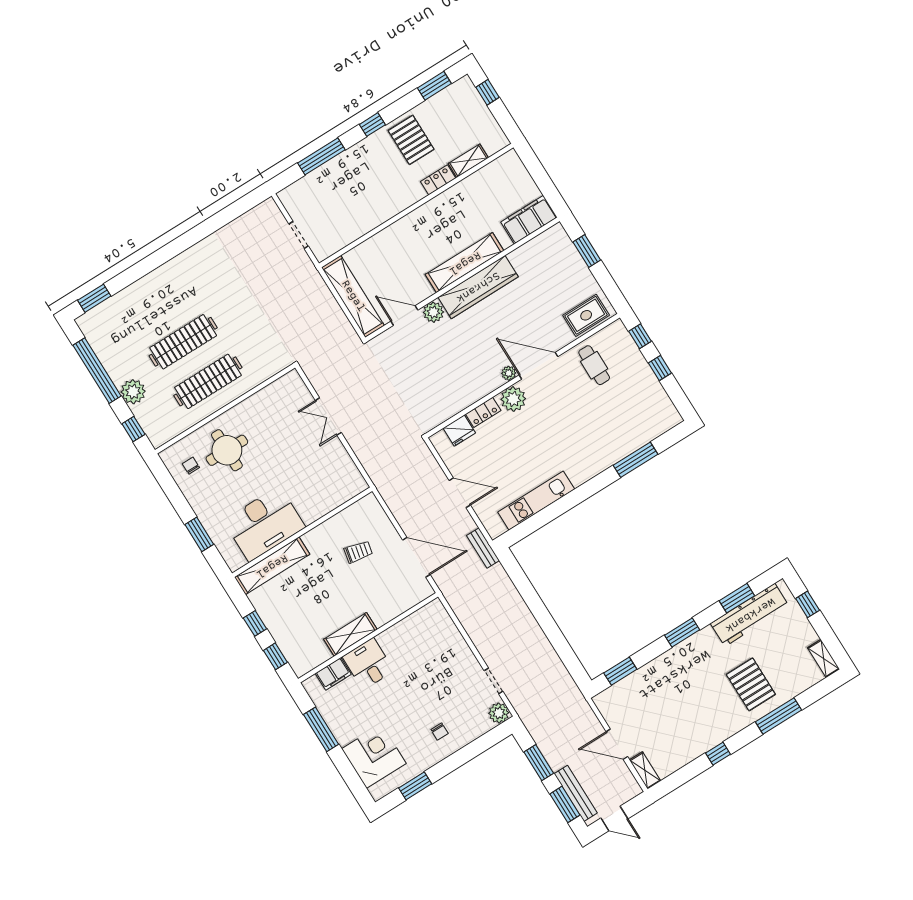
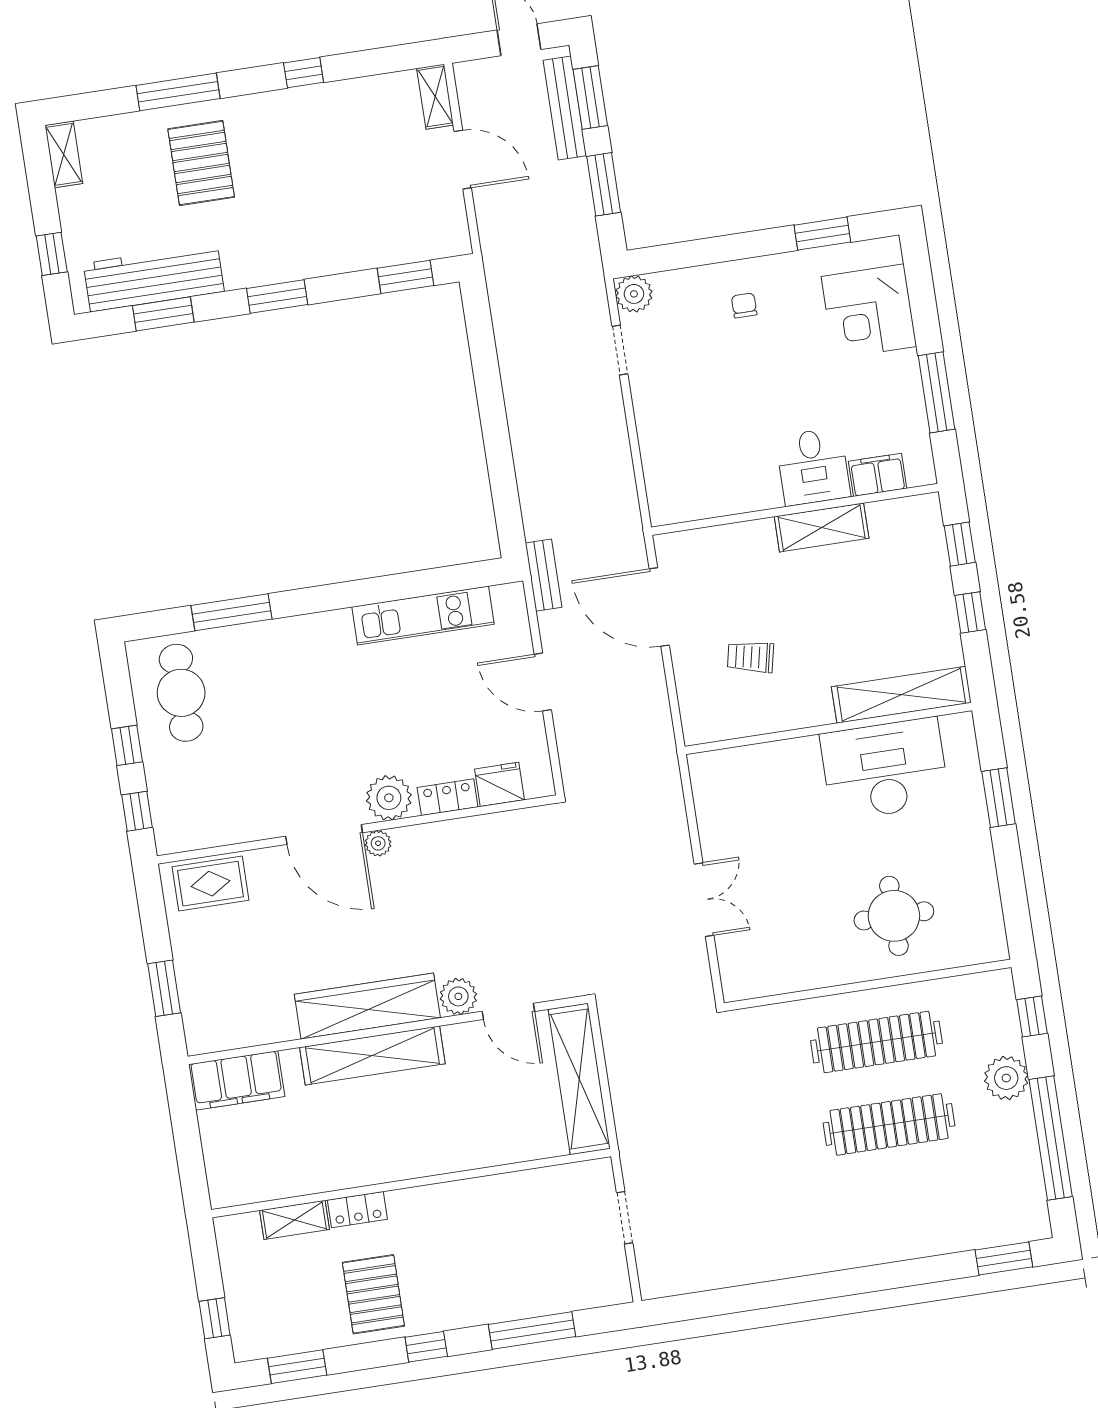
cafe table: (594, 365) -> (181, 693), moved, width x1.37, depth x1.35
chair: (191, 466) -> (964, 916), removed

